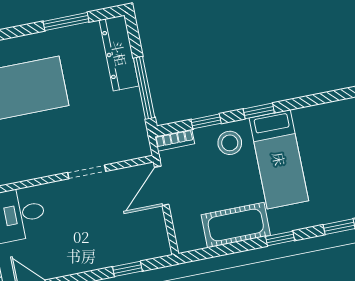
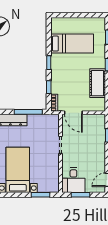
stool: (230, 143) -> (60, 78), removed
bed: (279, 159) -> (72, 44), moved

